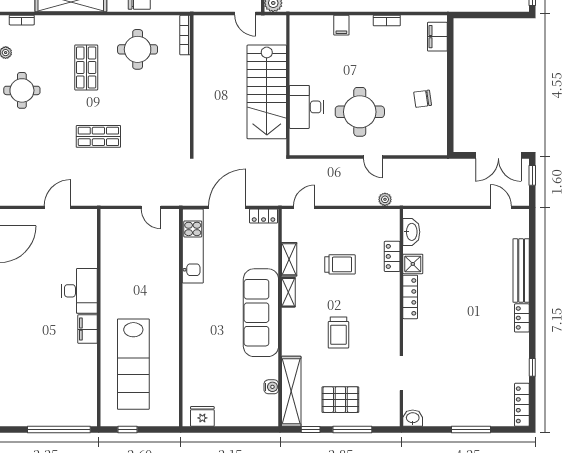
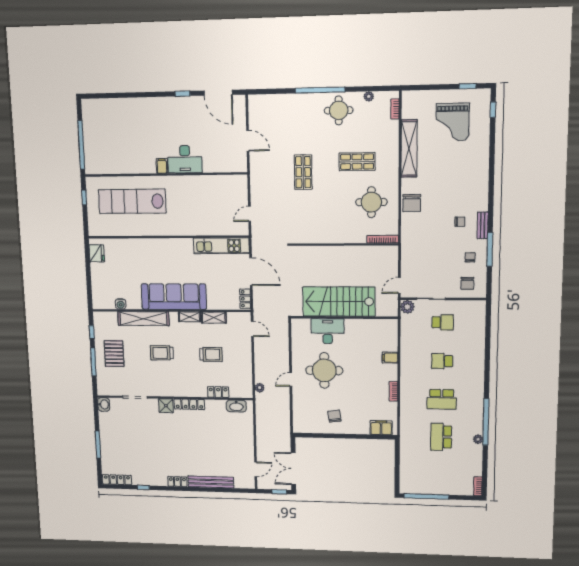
trolley: (340, 264) -> (211, 354), turned -90
shower: (413, 264) -> (166, 406), moved
filing cabinet: (88, 329) -> (162, 166), width x0.50
shelving: (291, 391) -> (143, 319), moved

